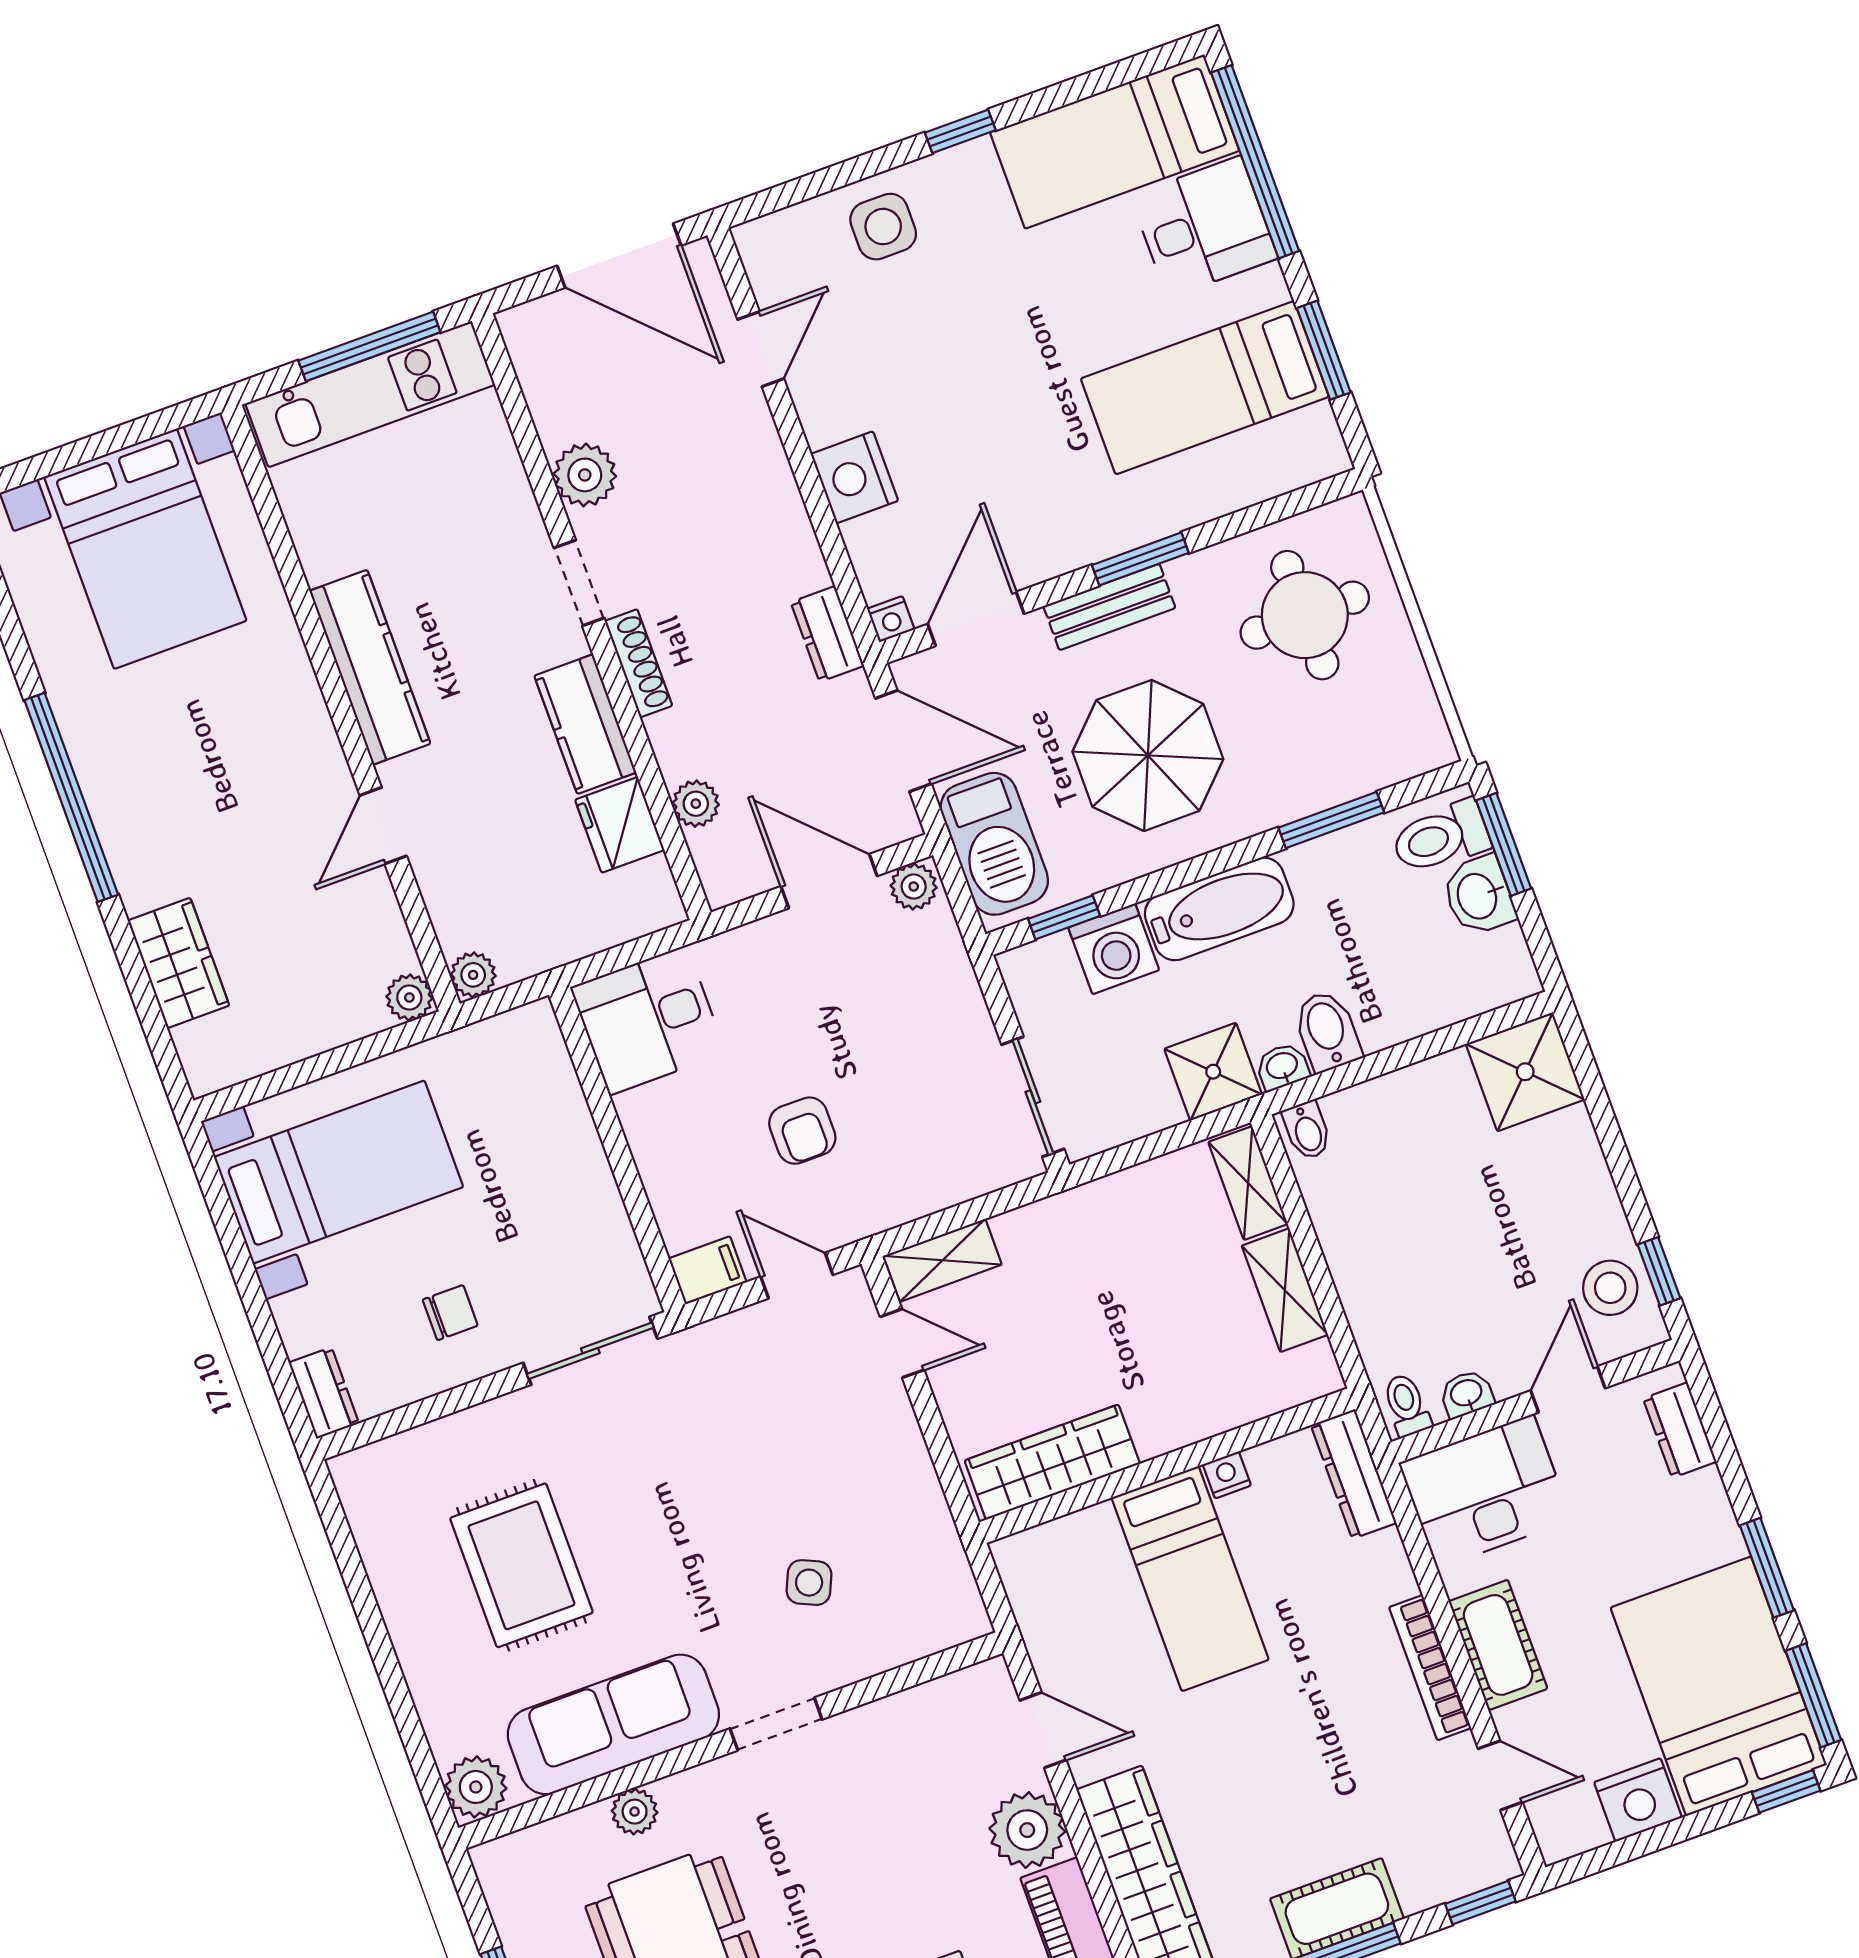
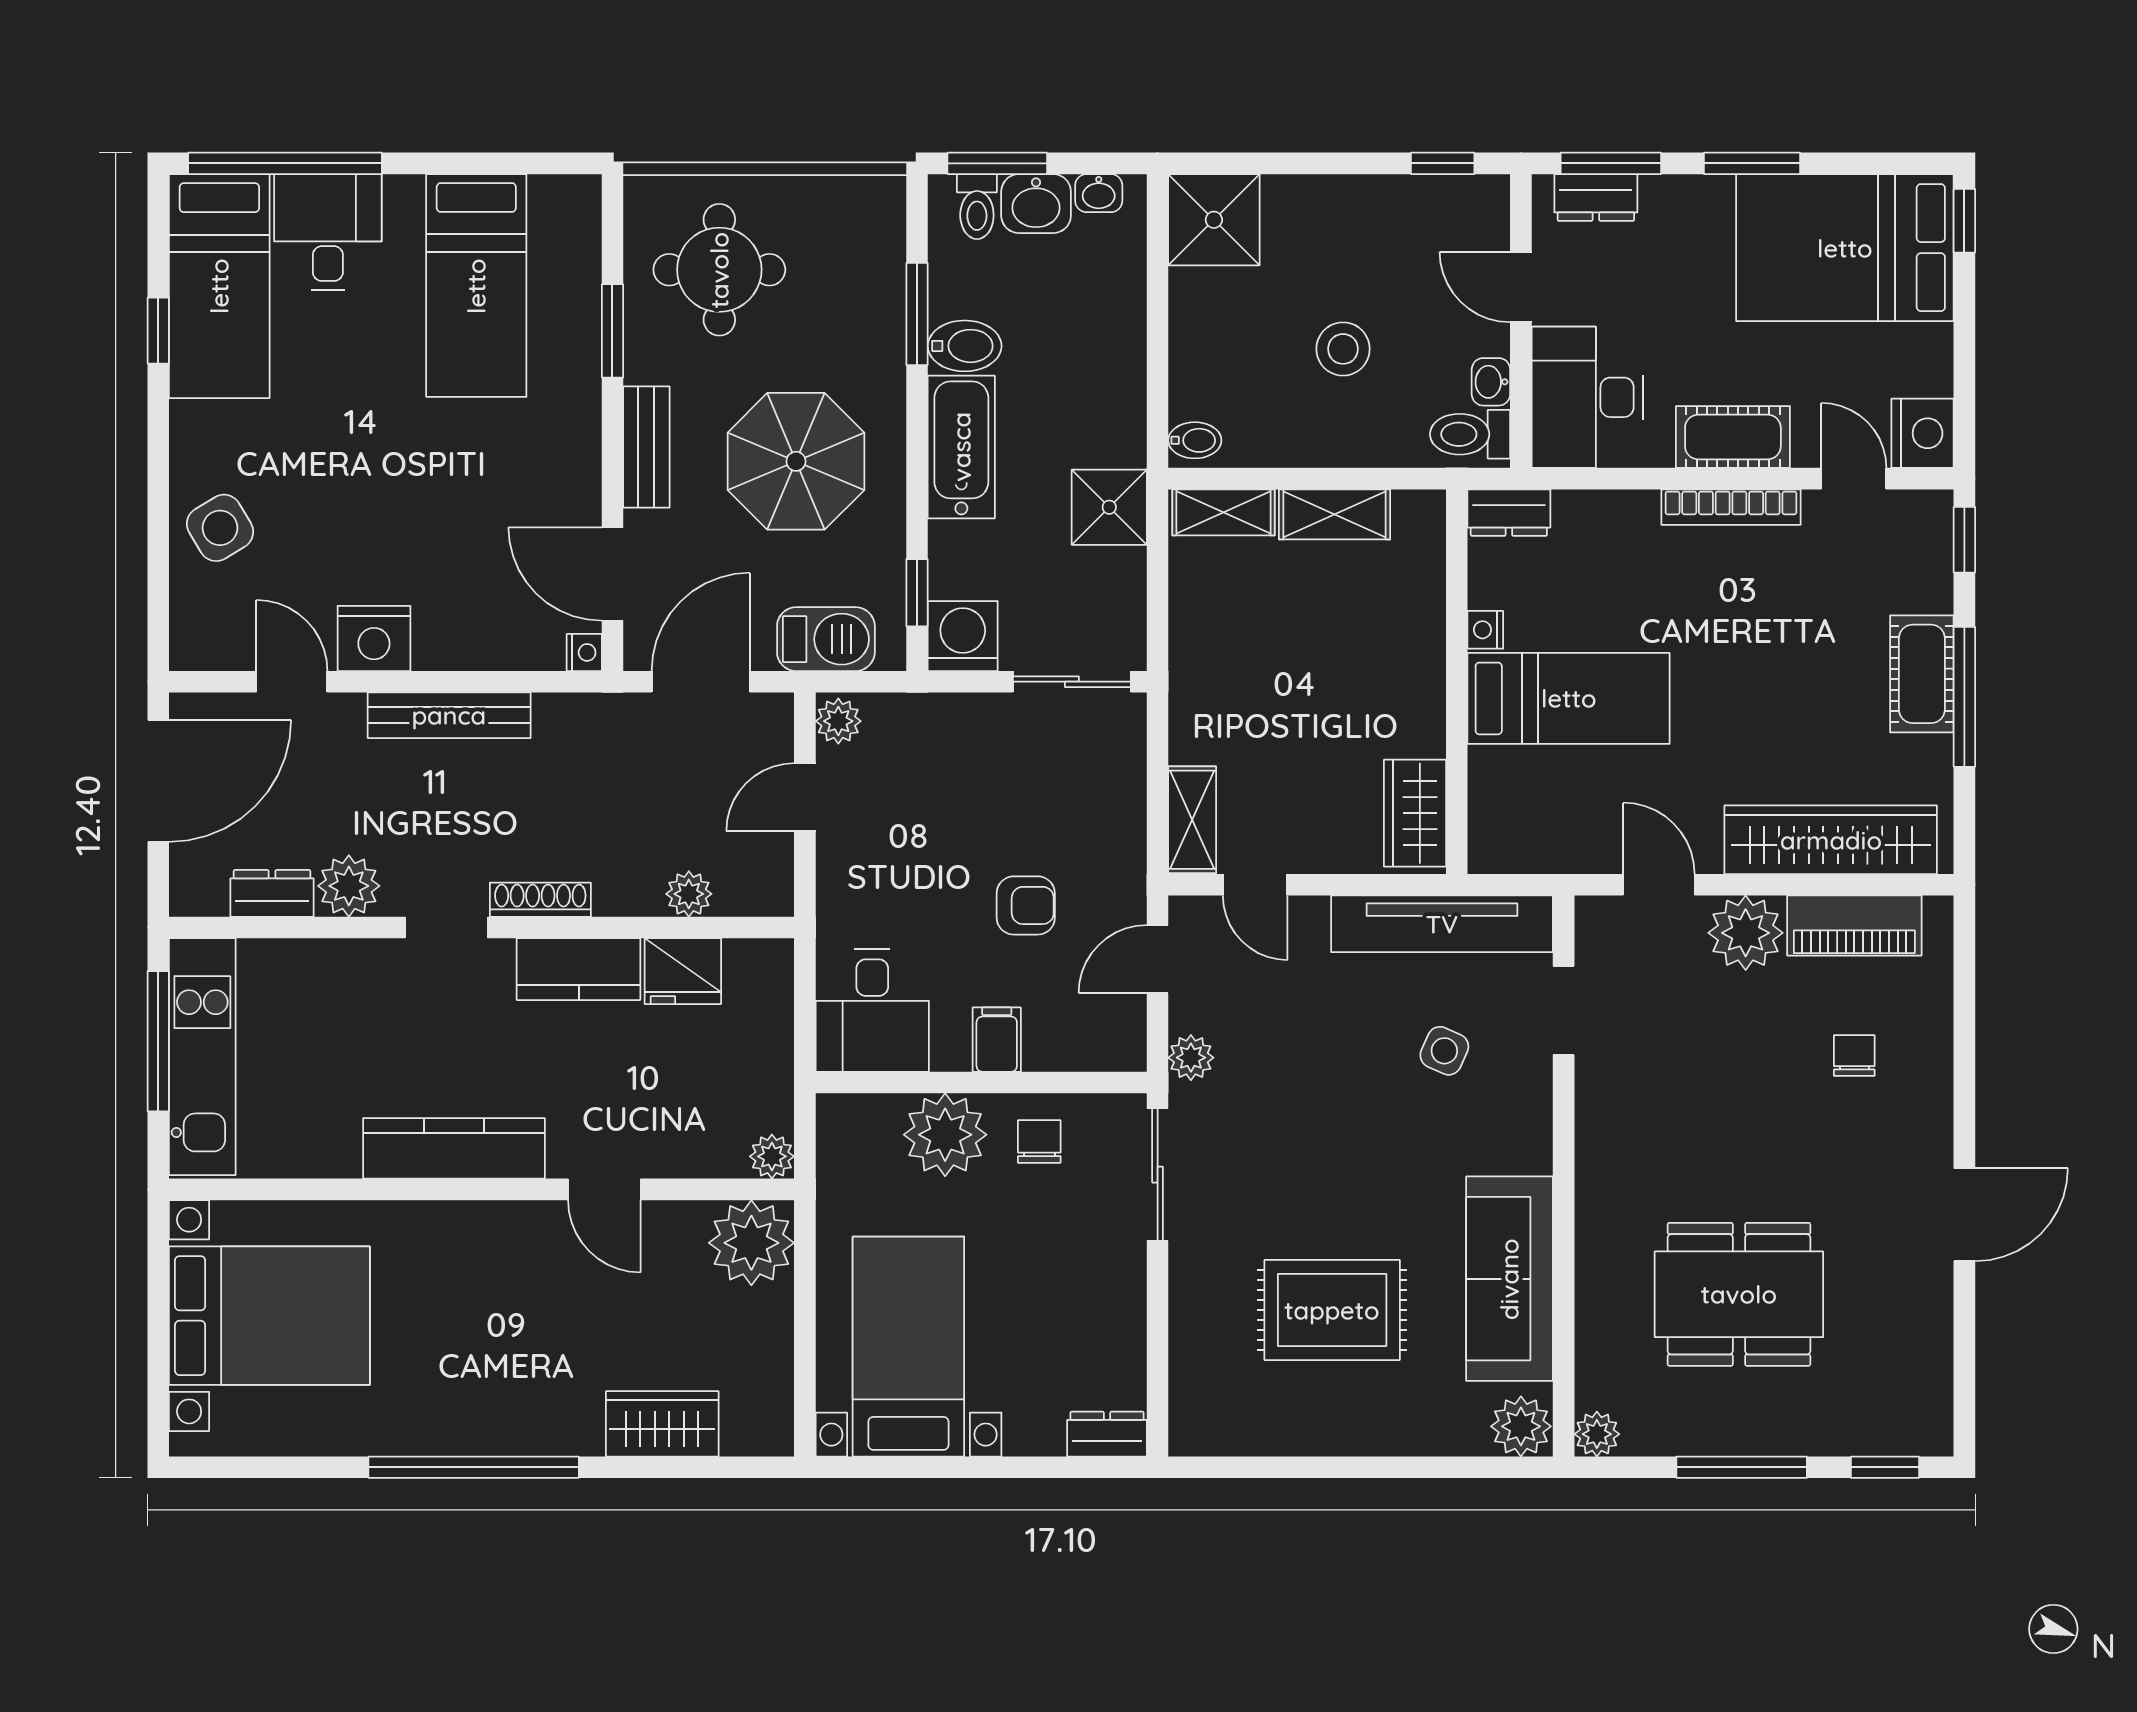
window: (960, 131) -> (158, 331), moved
side table: (883, 227) -> (220, 528), turned -31
window: (1324, 350) -> (482, 163), removed
nightstand: (854, 477) -> (374, 638), moved
bench: (784, 512) -> (449, 715), added
window: (1140, 559) -> (612, 331), moved
dresser: (827, 634) -> (272, 893), moved, turned 180
toilet: (1441, 837) -> (977, 207), width x0.73, depth x0.72
barbecue: (994, 844) -> (826, 639), width x0.73, depth x0.83
door: (829, 881) -> (805, 797), width x0.73
washing machine: (1114, 949) -> (963, 636), moved, turned -90
plant: (409, 997) -> (751, 1243), width x1.87, depth x1.87
bidet: (1327, 1031) -> (965, 346), moved, turned 180
washbasin: (1282, 1067) -> (1099, 193), moved, turned -90
plant: (554, 1133) -> (945, 1135), added
filing cabinet: (708, 1270) -> (997, 1040), moved
stool: (1610, 1288) -> (1343, 349), moved
chair: (450, 1313) -> (1039, 1142), moved
plant: (714, 1342) -> (1191, 1058), added
door: (902, 1343) -> (1255, 885), swing flipped
toilet: (1407, 1405) -> (1470, 434), width x1.37, depth x1.39
wardrobe: (1052, 1462) -> (1415, 813), width x0.67
dresser: (1354, 1474) -> (1509, 513), width x0.70
tv unit: (930, 1536) -> (1442, 924), added
window: (1813, 1695) -> (1611, 163), moved
doorway: (776, 1724) -> (1564, 1010), moved
door: (1043, 1730) -> (1659, 885), hinge flipped
door: (1500, 1775) -> (1854, 479), hinge flipped
nightstand: (1638, 1800) -> (1923, 433), moved
plant: (635, 1812) -> (1597, 1434), moved

